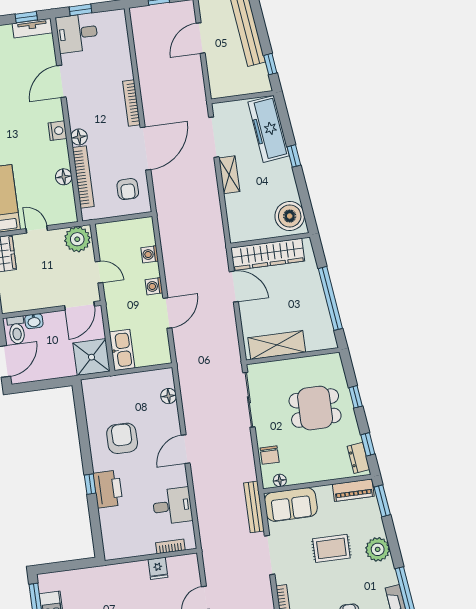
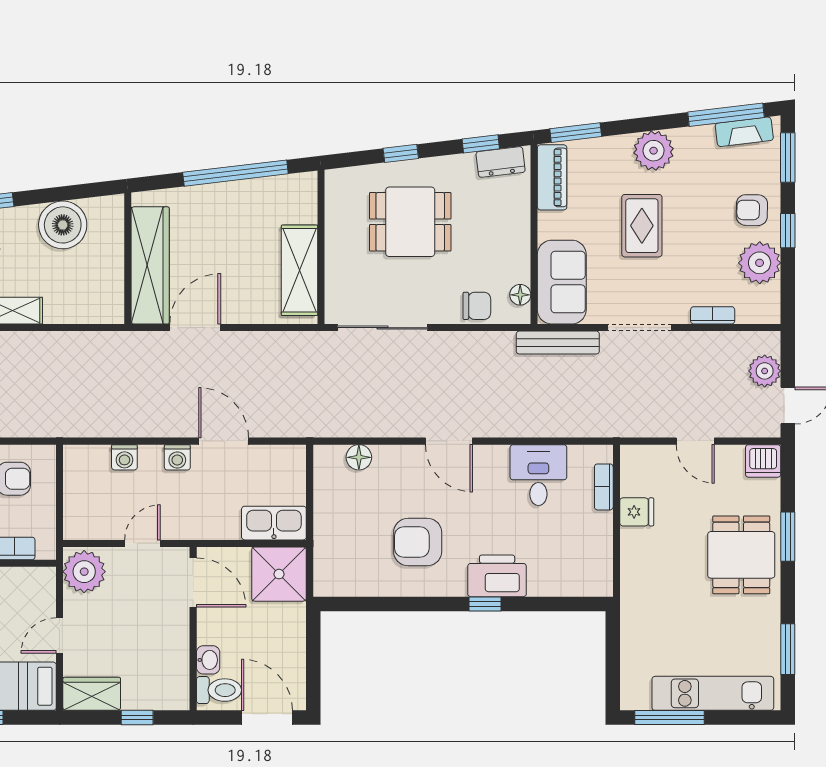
boiler: (290, 216) -> (63, 225), moved
dining table: (315, 408) -> (410, 222), turned 90

